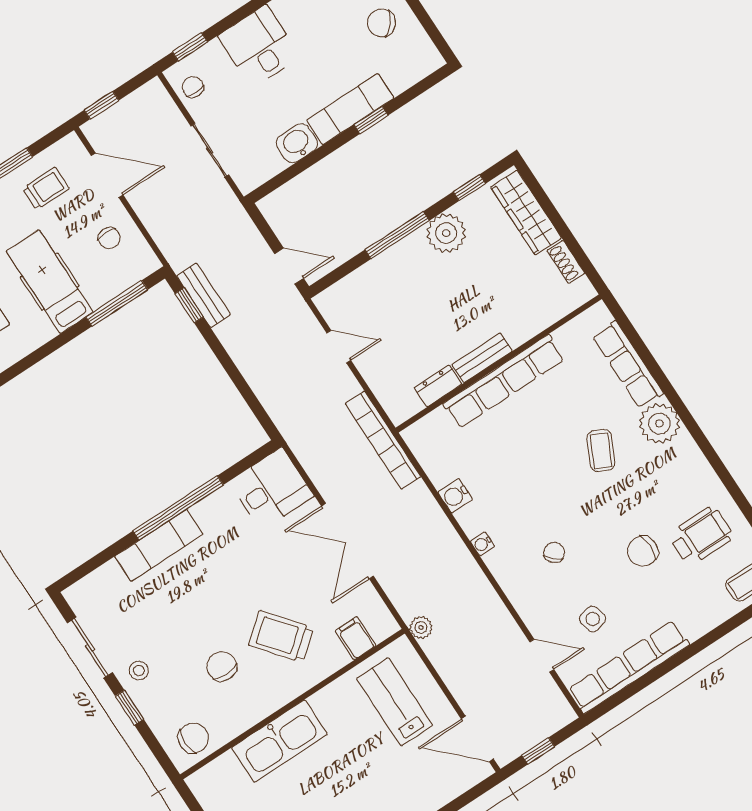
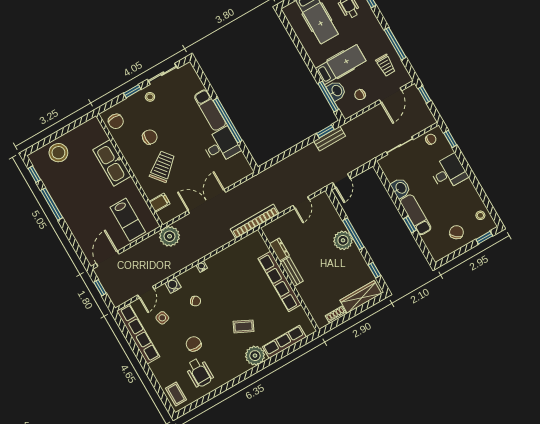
plant: (446, 233) -> (343, 240), moved
washbasin: (104, 287) -> (336, 91), added
desk: (271, 489) -> (221, 146), moved, turned -90
water cooler: (455, 496) -> (173, 285), moved
plant: (421, 627) -> (170, 236), width x1.87, depth x1.87
lab bench: (395, 702) -> (128, 220), turned 90

